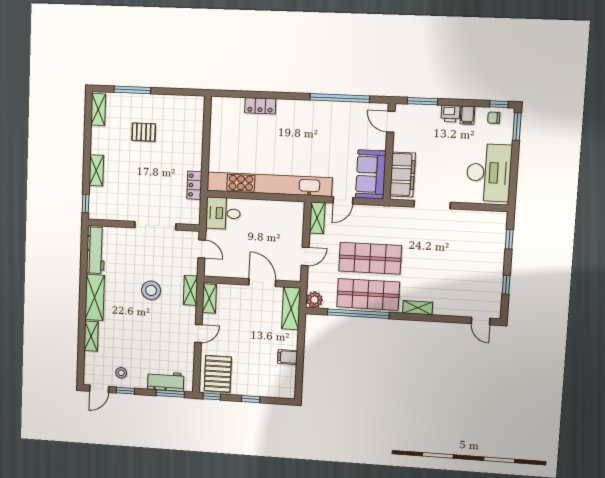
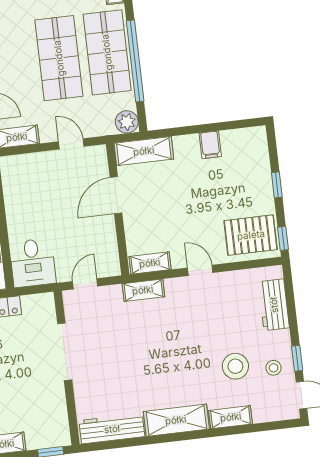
stool: (151, 290) -> (235, 366), moved
window: (170, 394) -> (290, 296), removed

